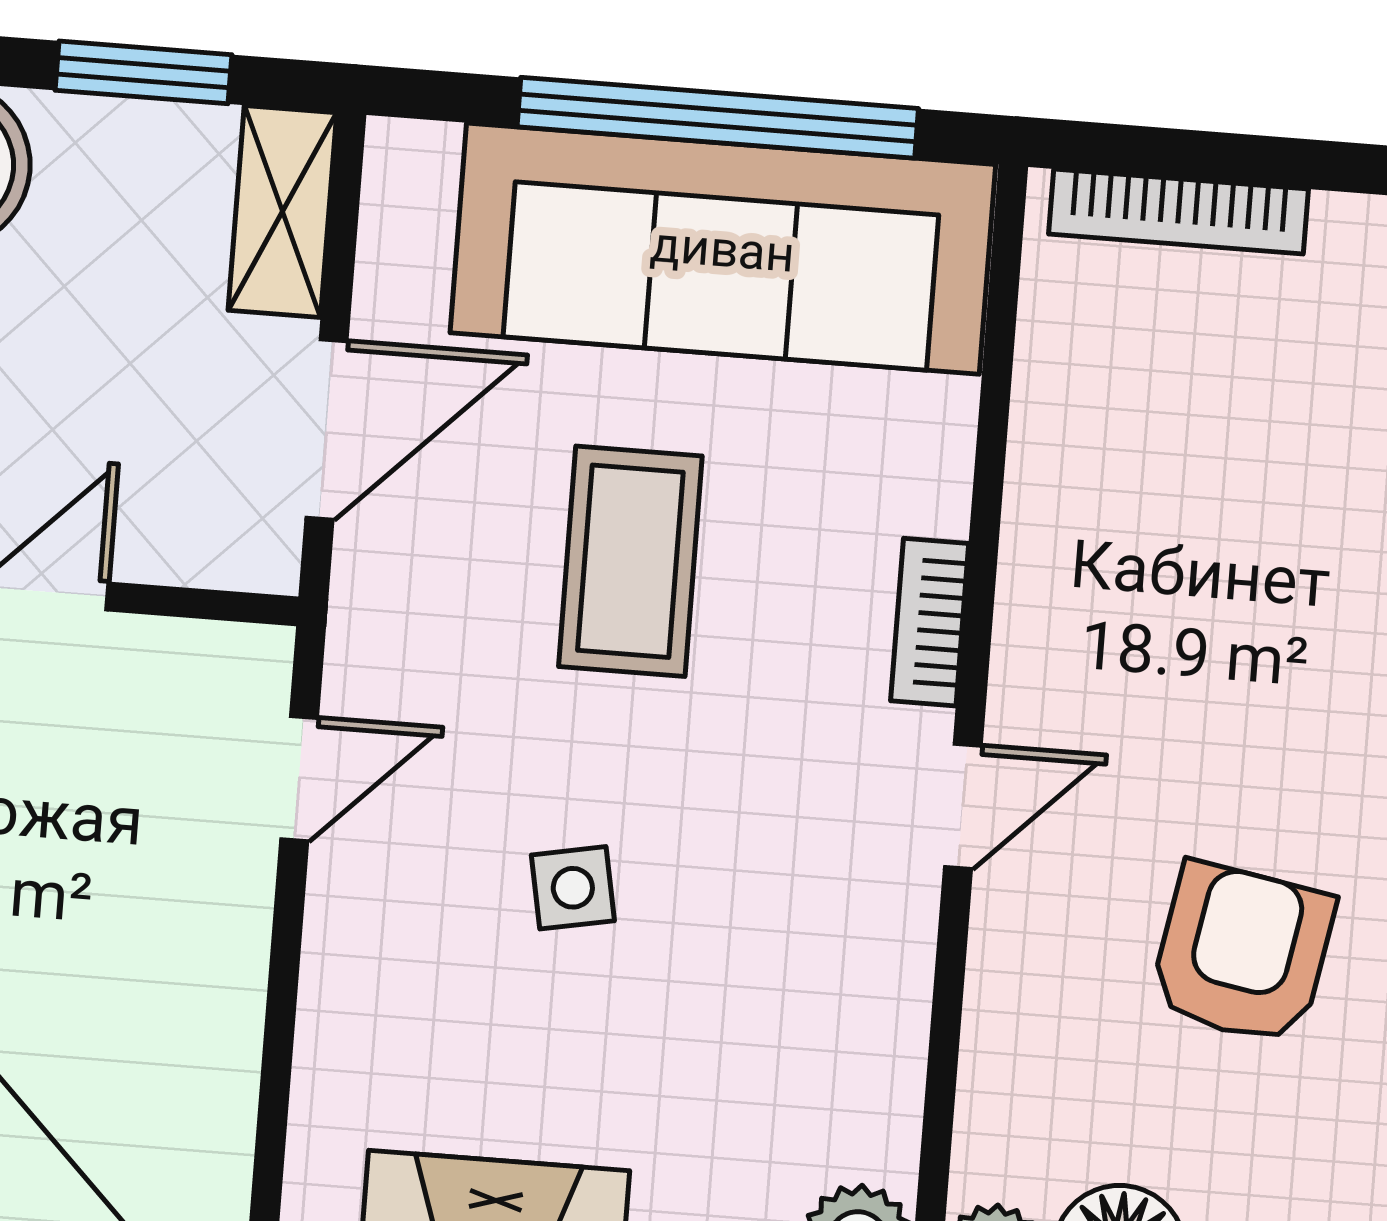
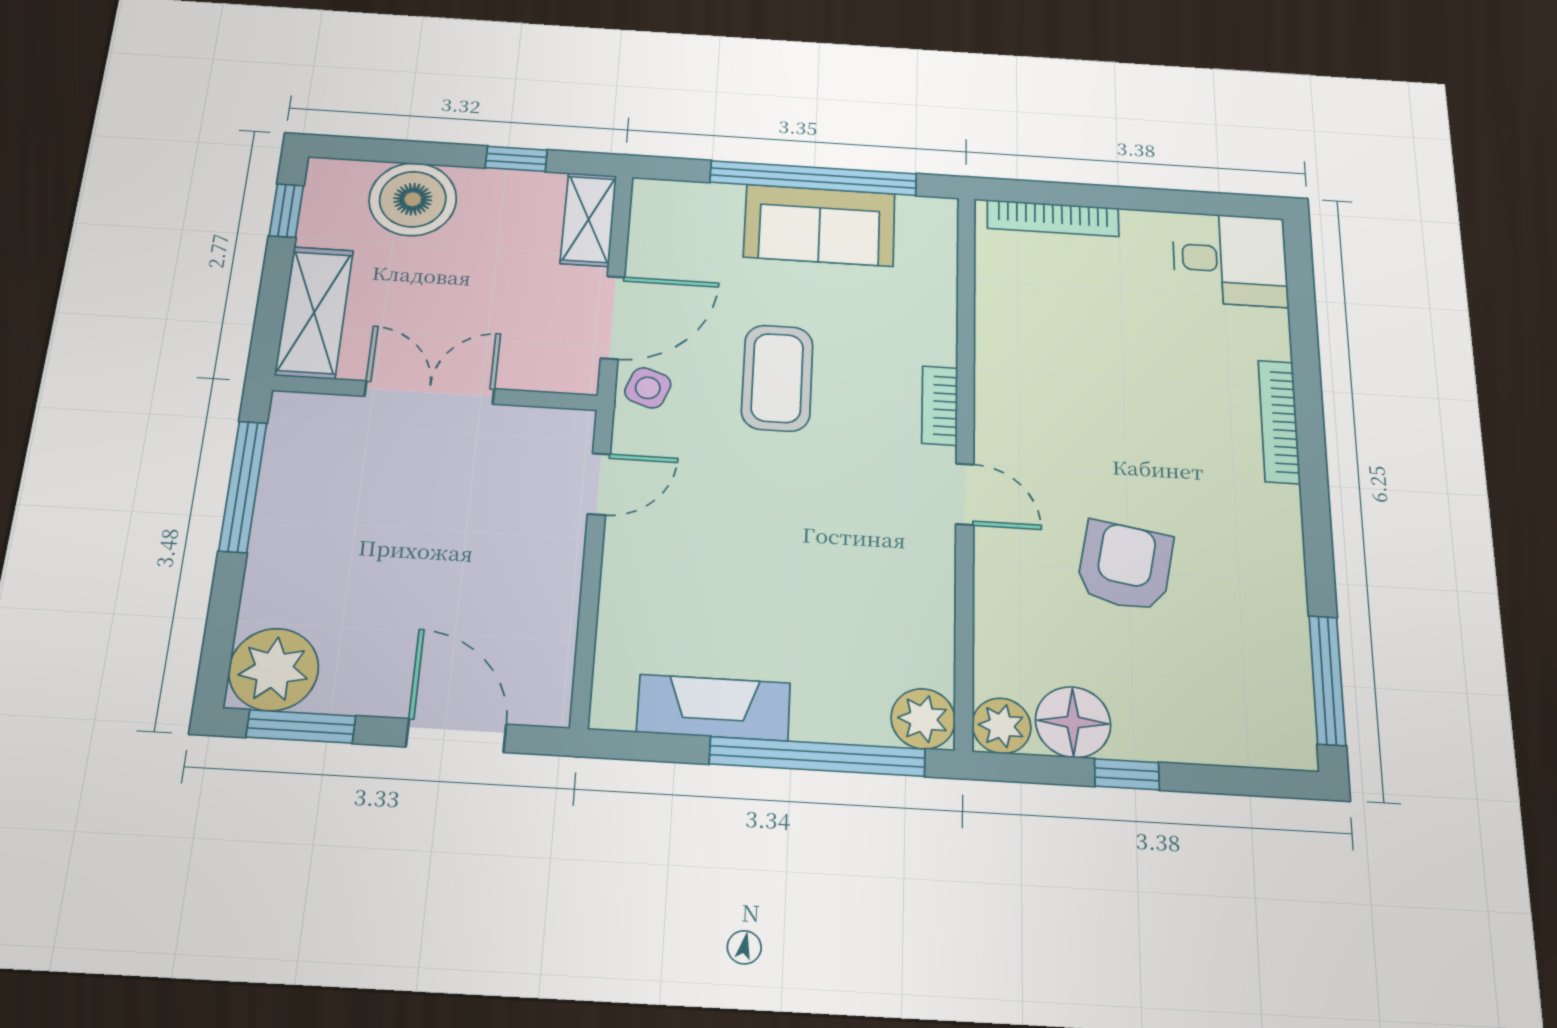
window: (143, 72) -> (516, 159), width x0.67
sofa: (723, 249) -> (820, 225), width x0.54, depth x0.79
door: (963, 806) -> (965, 494), hinge flipped
side table: (573, 888) -> (648, 388), moved, turned 31

